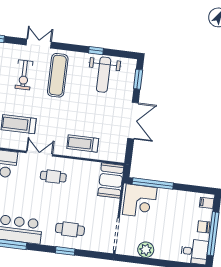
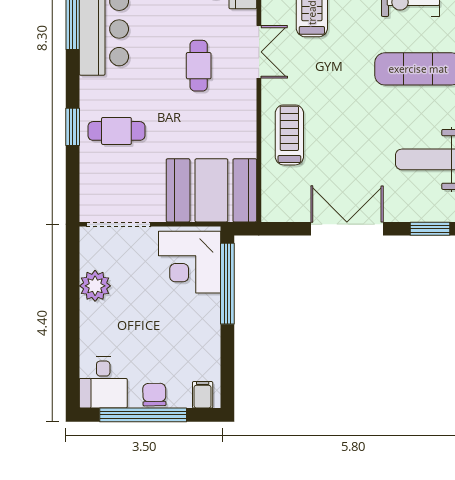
double door: (133, 121) -> (347, 229), swing flipped
cafe table: (53, 177) -> (199, 66), moved
booth: (111, 180) -> (211, 190), width x1.36, depth x1.42
cafe table: (70, 229) -> (116, 131), turned 90

